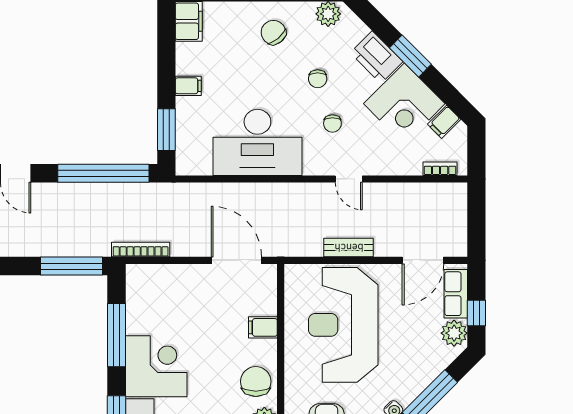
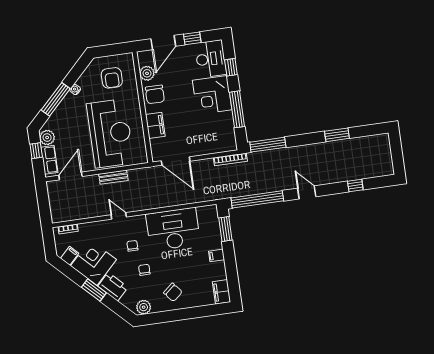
filing cabinet: (263, 327) -> (155, 125), width x2.00

